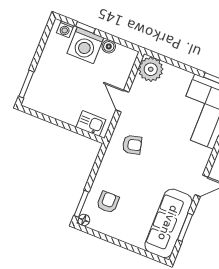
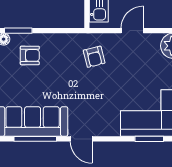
window: (185, 227) -> (35, 139), width x1.44

